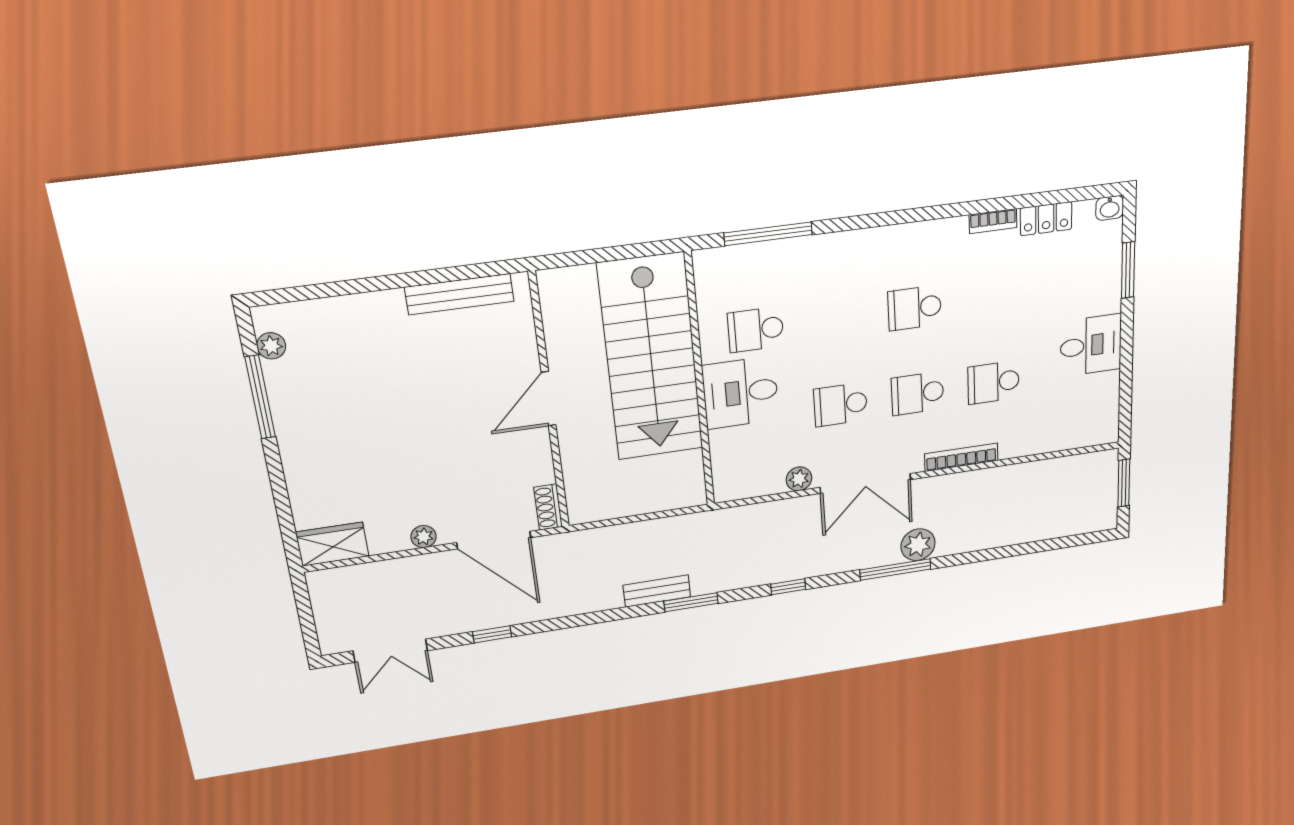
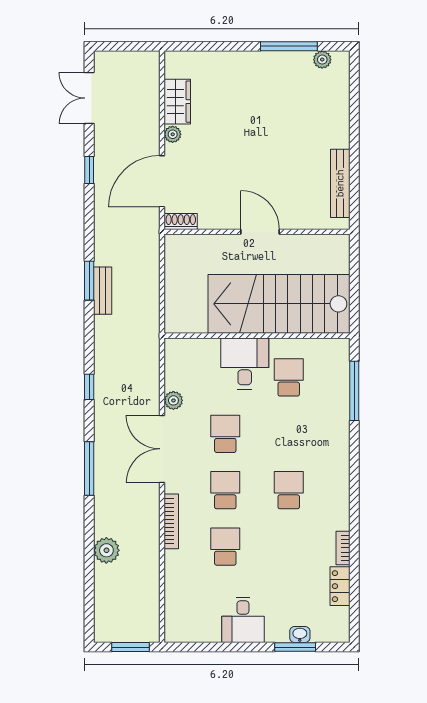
washbasin: (1110, 208) -> (300, 634), moved, turned 90
wardrobe: (332, 544) -> (177, 102), moved
plant: (918, 545) -> (106, 550), moved
window: (691, 602) -> (89, 281), moved

